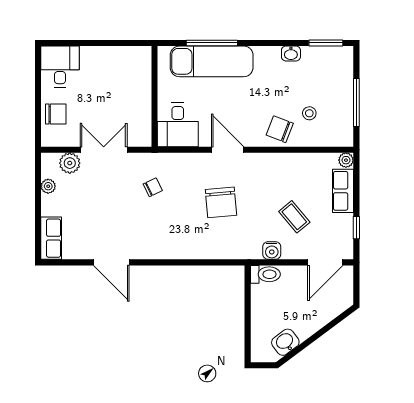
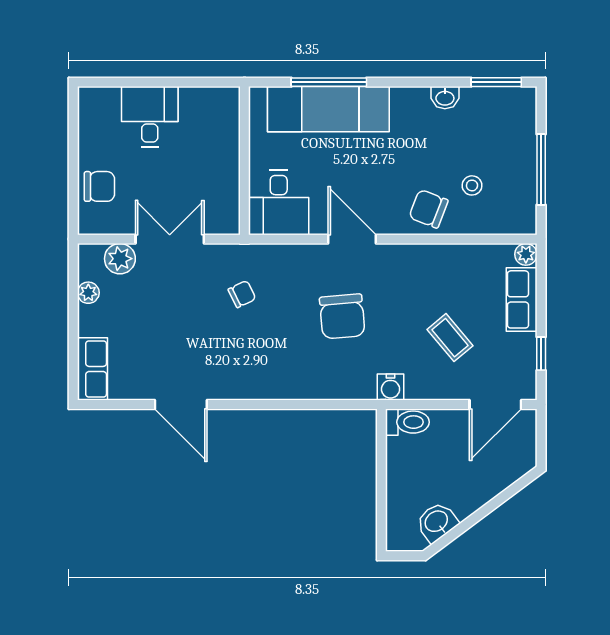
desk: (60, 66) -> (150, 117), moved
water cooler: (272, 250) -> (391, 387), moved

